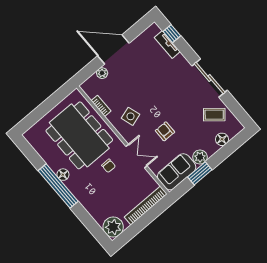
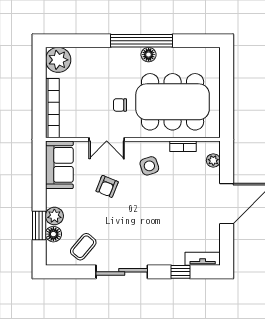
window: (172, 34) -> (181, 272), moved
tv unit: (167, 45) -> (203, 259), moved
plant: (102, 73) -> (213, 160), moved
armchair: (165, 131) -> (107, 186), turned 112
plant: (200, 157) -> (54, 216), moved
window: (200, 173) -> (39, 226), moved

